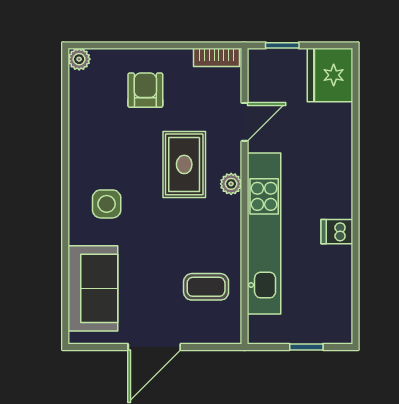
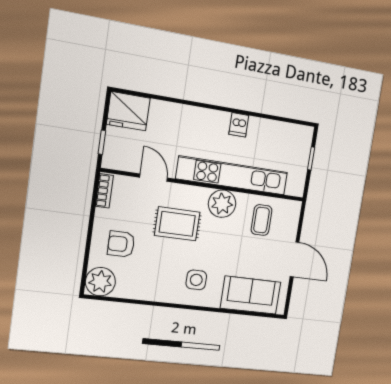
plant: (79, 59) -> (100, 282), width x1.88, depth x1.88
plant: (231, 184) -> (222, 204), moved, width x1.88, depth x1.88

